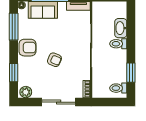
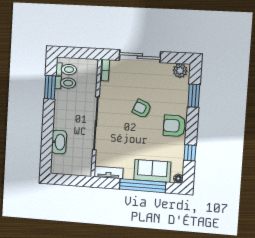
window: (14, 27) -> (190, 153), width x0.46
toilet: (118, 44) -> (65, 83), moved

